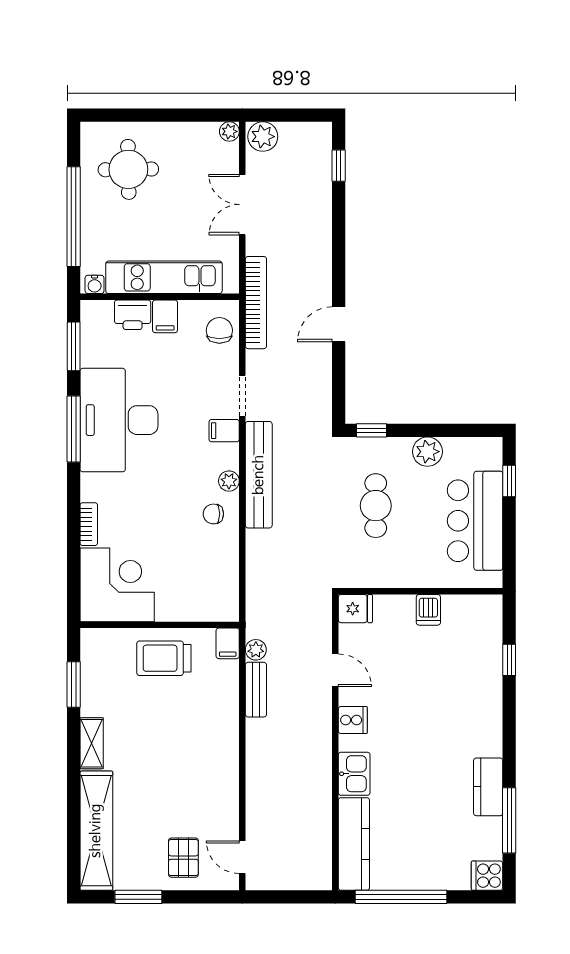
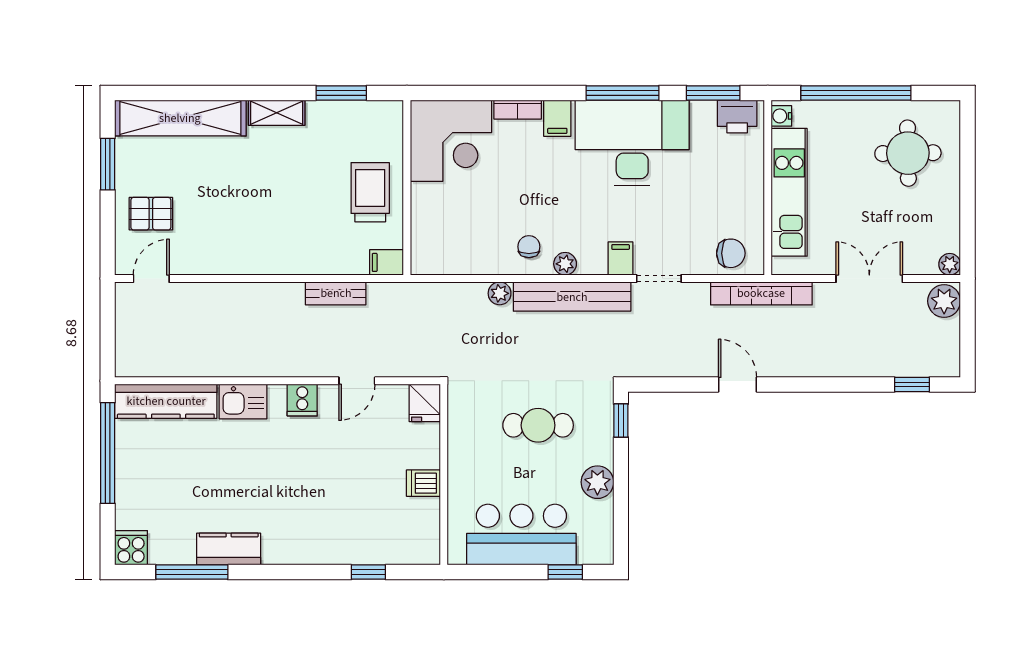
printer: (133, 315) -> (737, 116), moved, turned -90
filing cabinet: (165, 316) -> (557, 118), moved, turned -90
plant: (256, 650) -> (500, 293), moved

